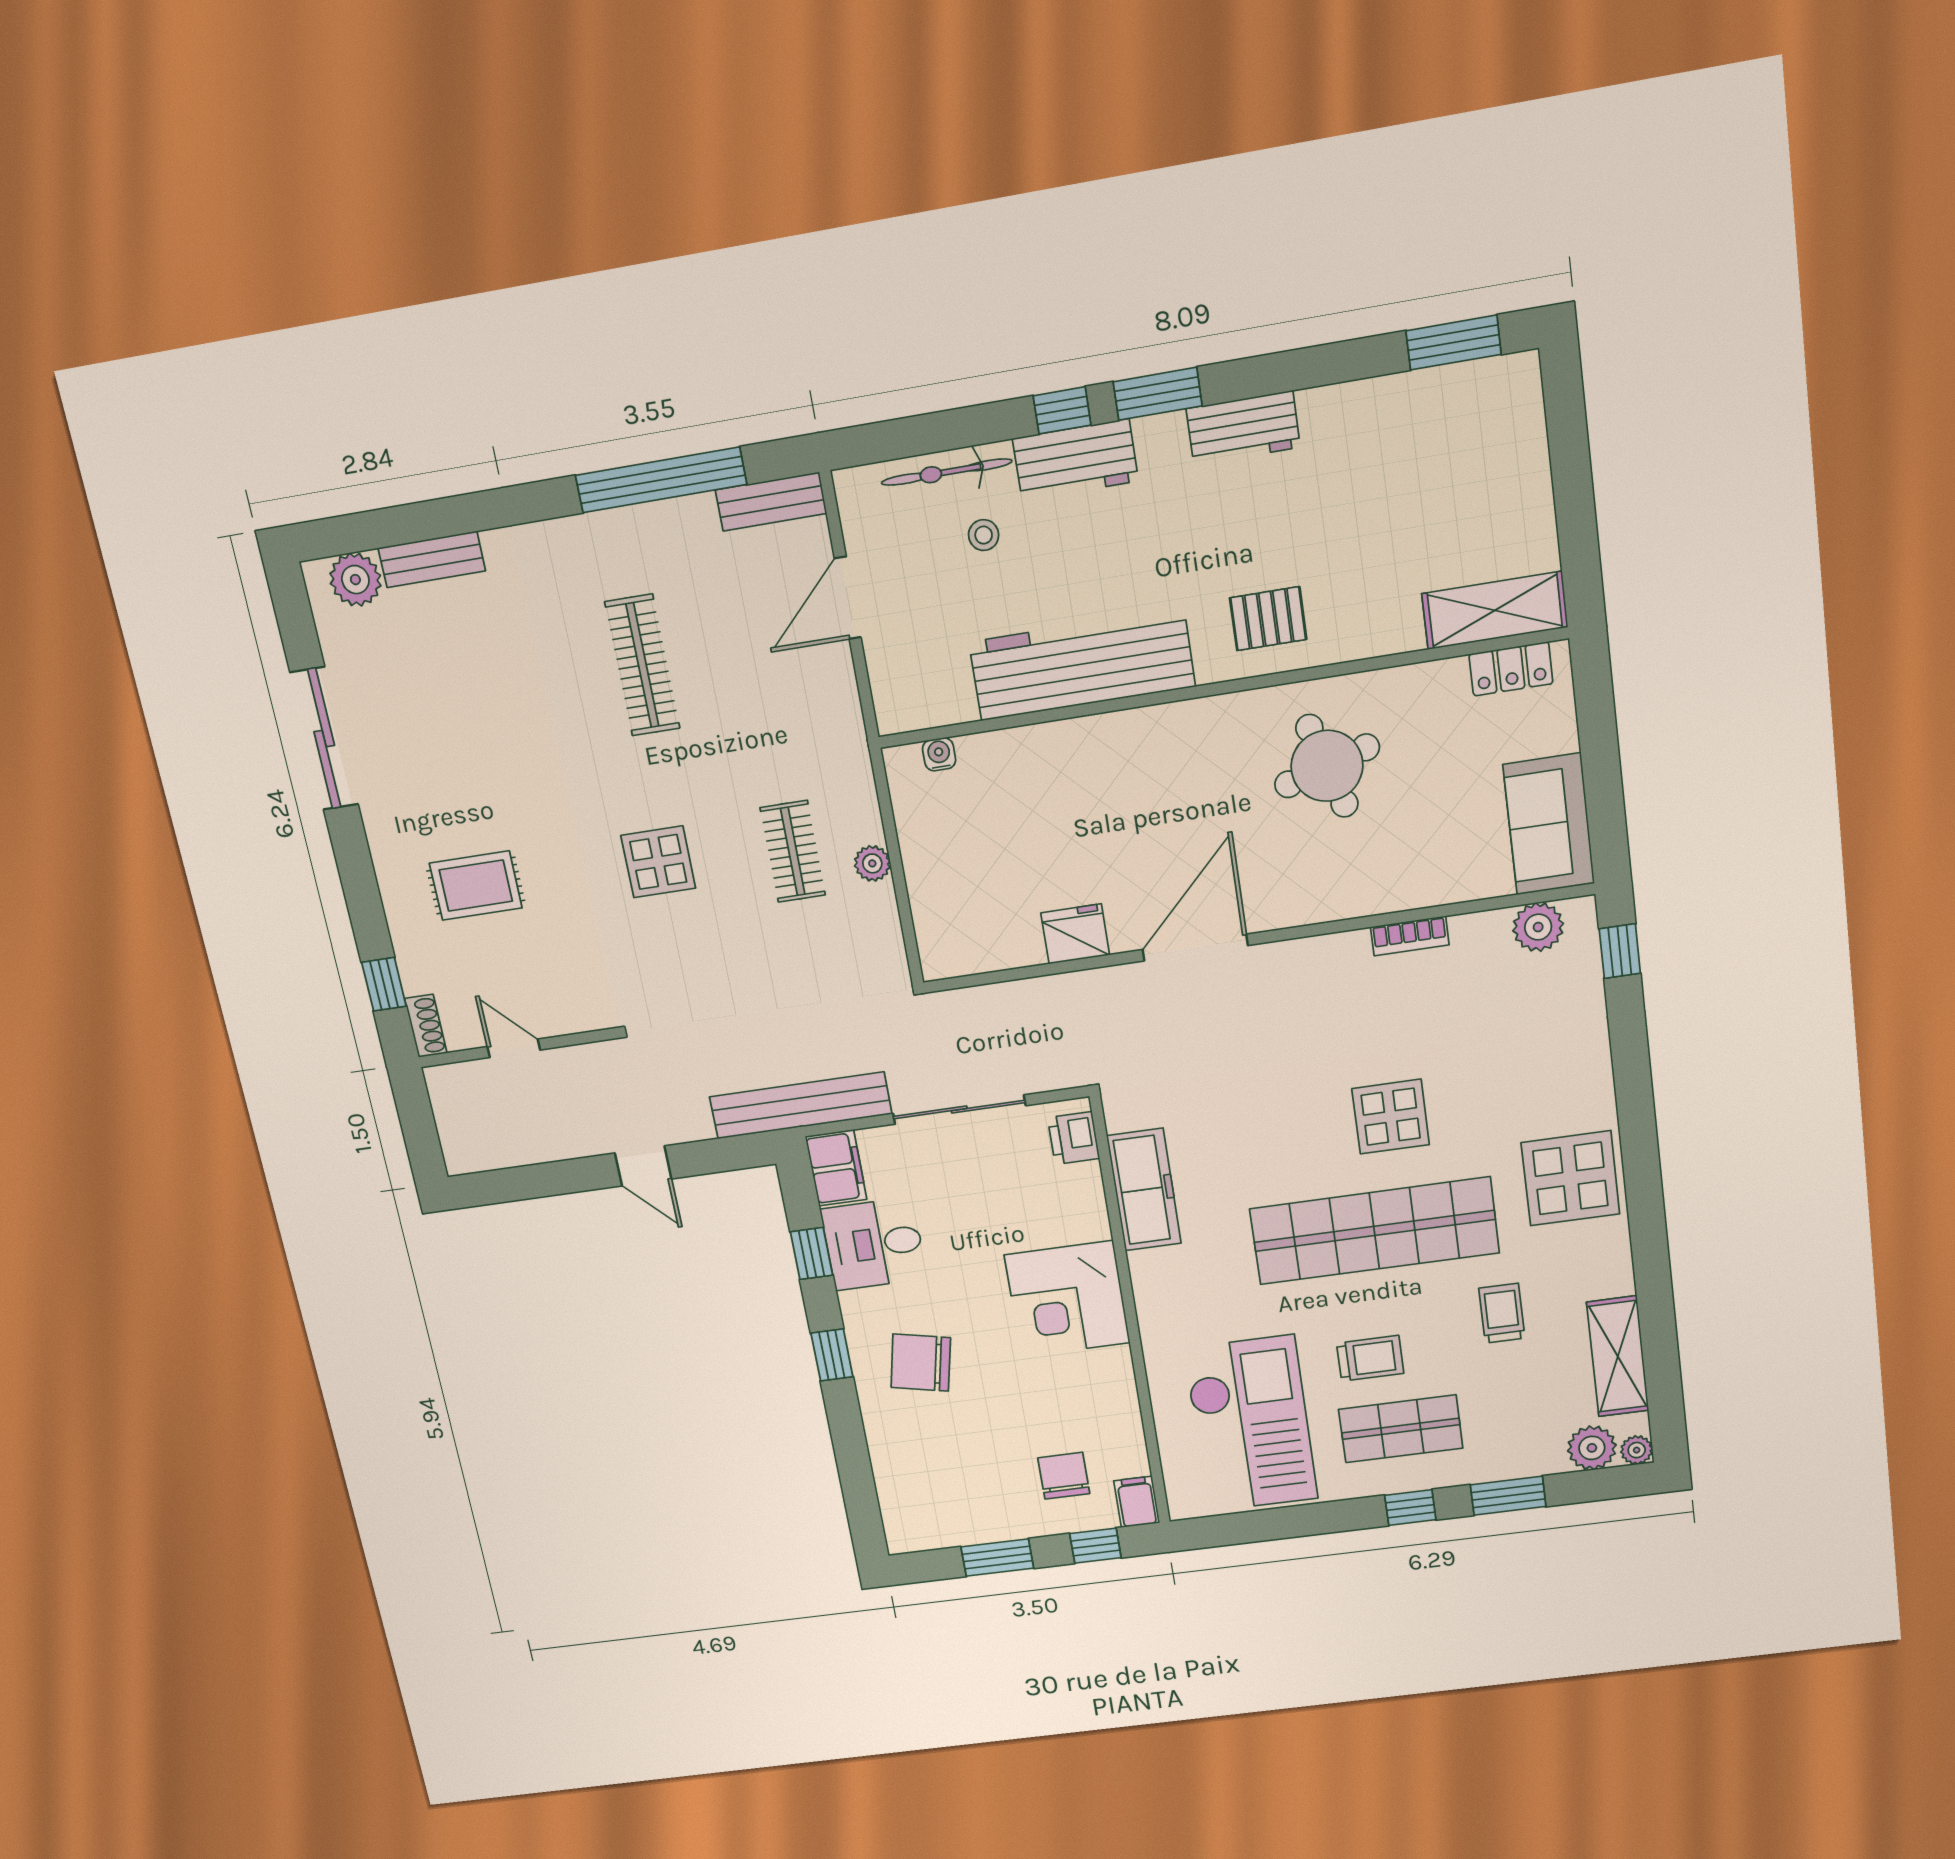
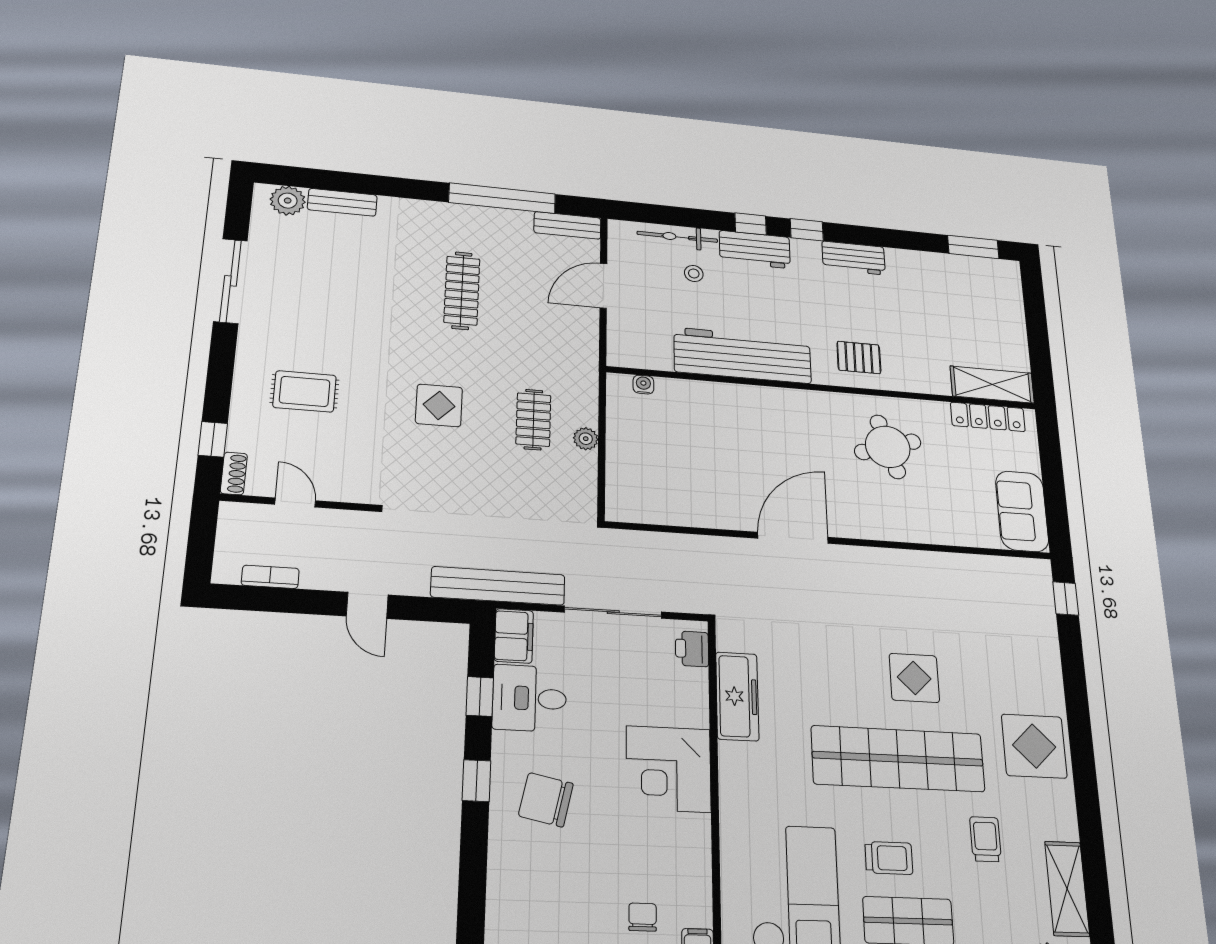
window: (1158, 394) -> (807, 230), width x0.67
locker: (1511, 669) -> (988, 417), width x1.53
plant: (1538, 927) -> (1015, 572), removed
fridge: (1075, 934) -> (714, 512), removed
bookcase: (1410, 936) -> (270, 577), moved, turned 180
chair: (1064, 1476) -> (643, 917), width x0.73, depth x0.73

